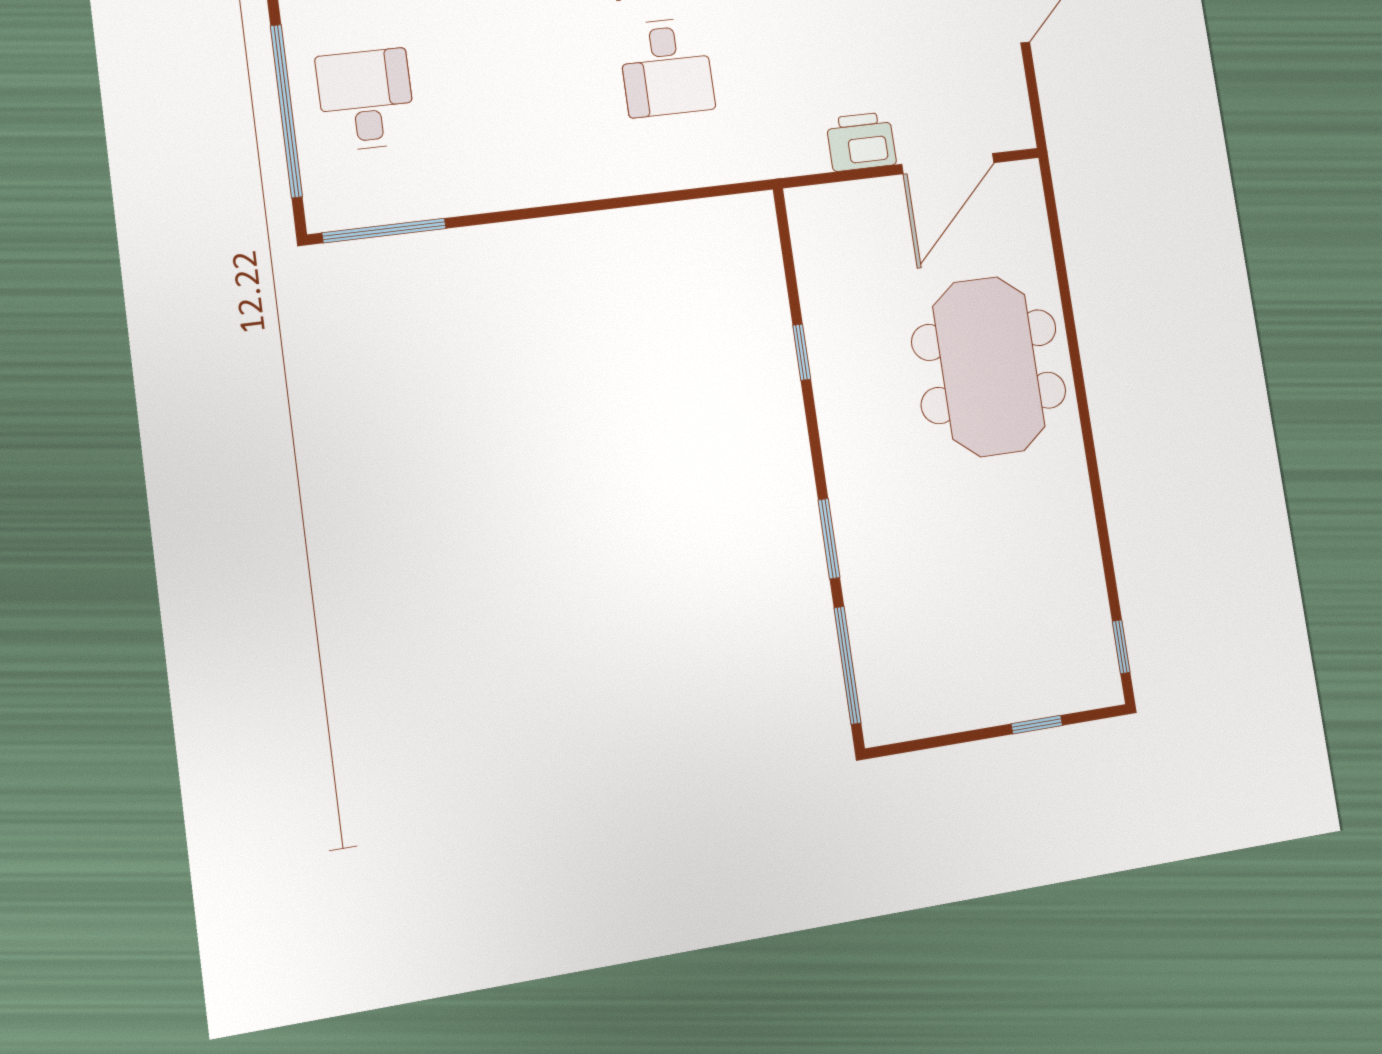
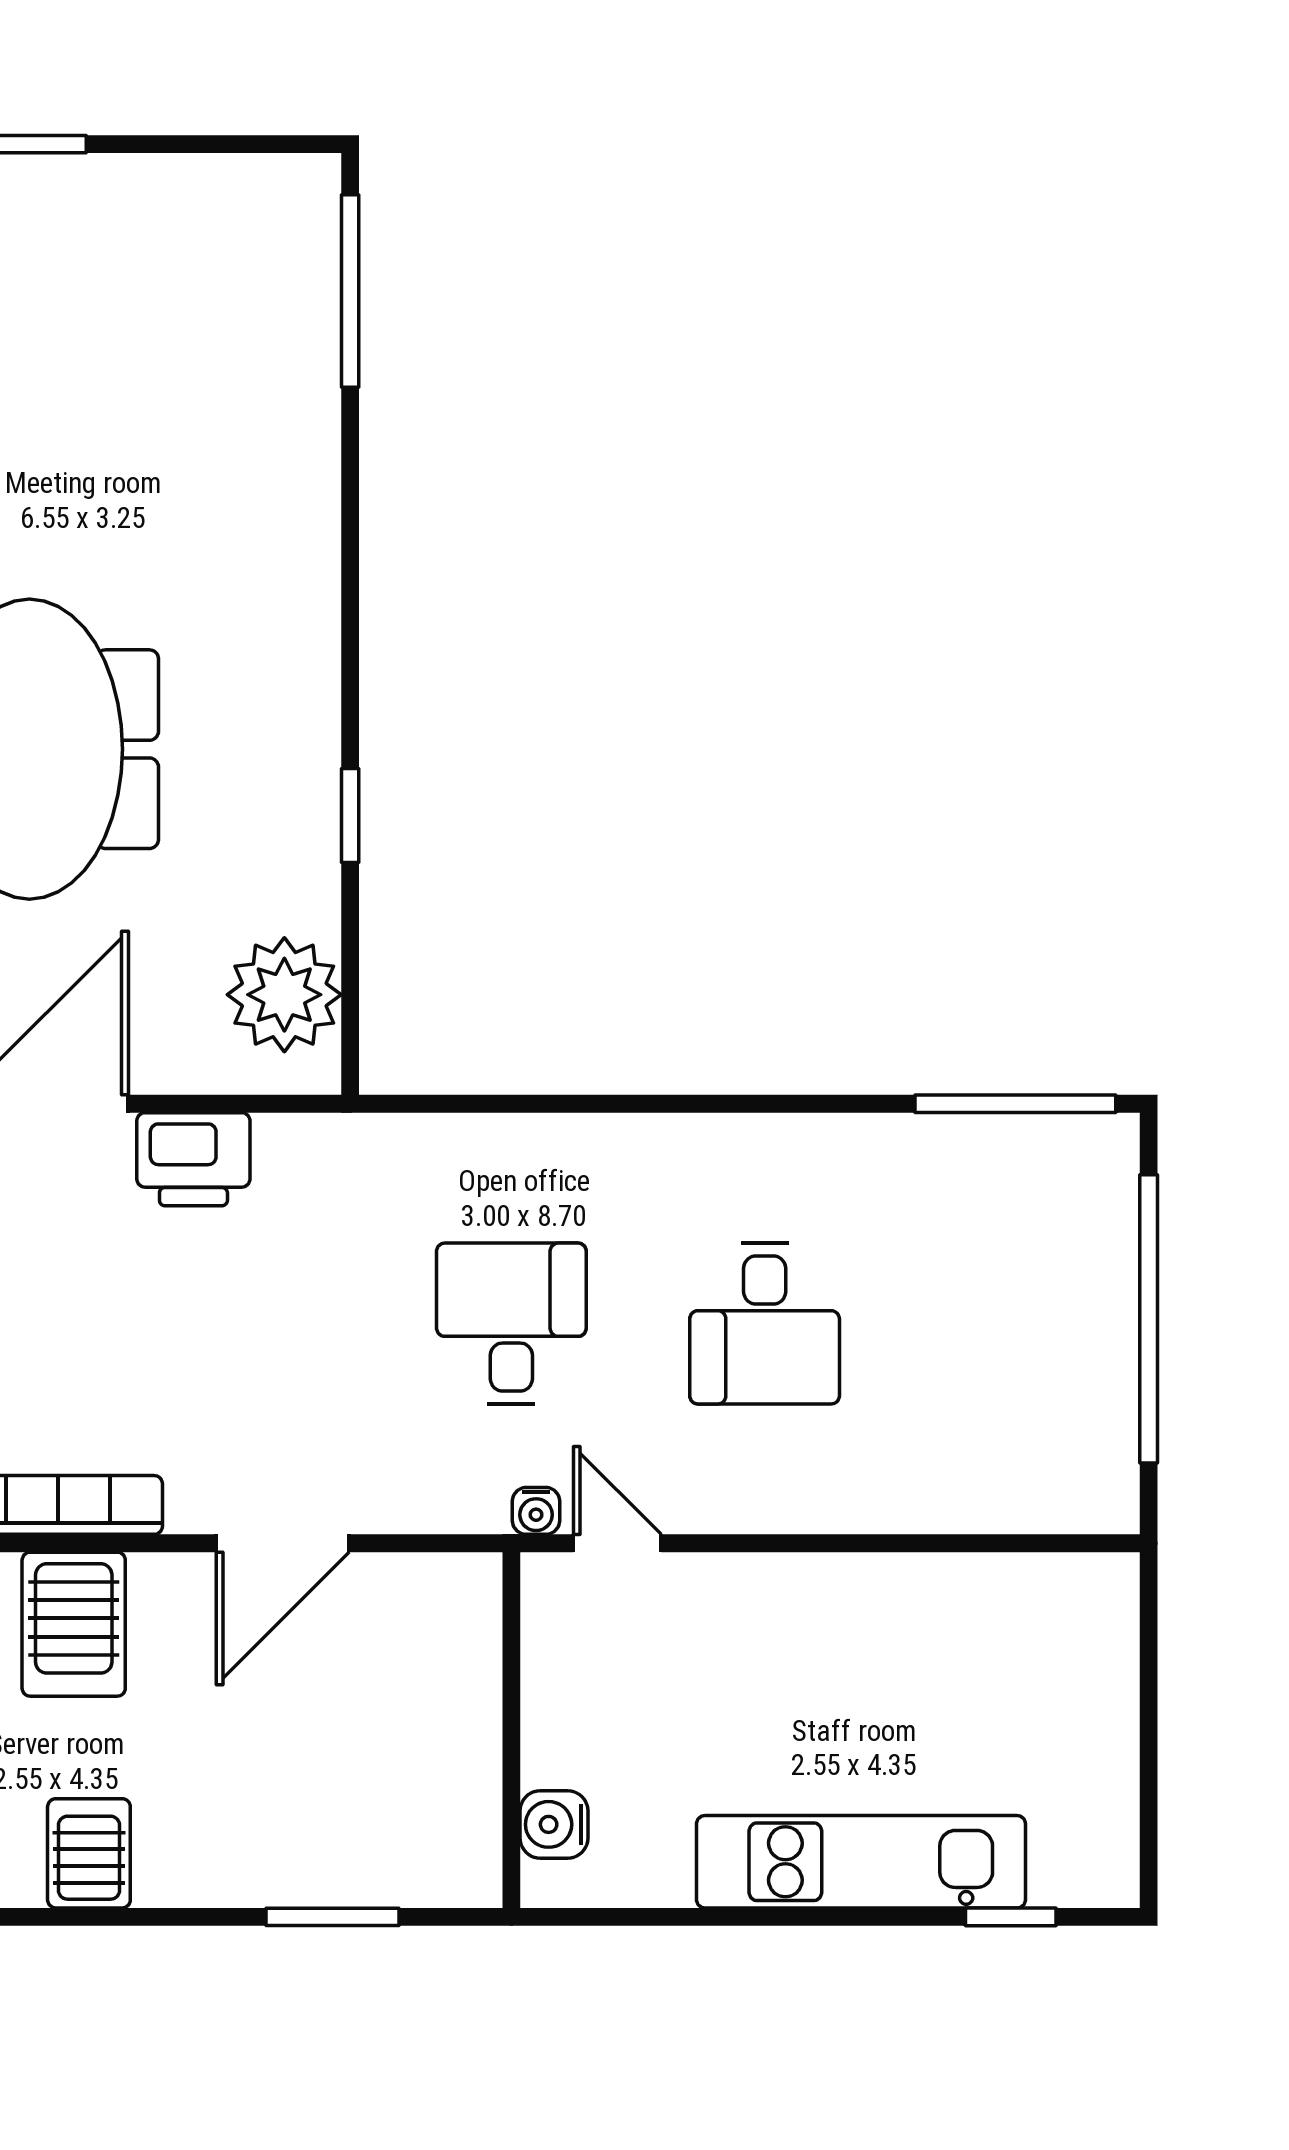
desk: (366, 100) -> (765, 1324), moved
plant: (824, 243) -> (284, 995), added
window: (829, 539) -> (350, 501), removed

